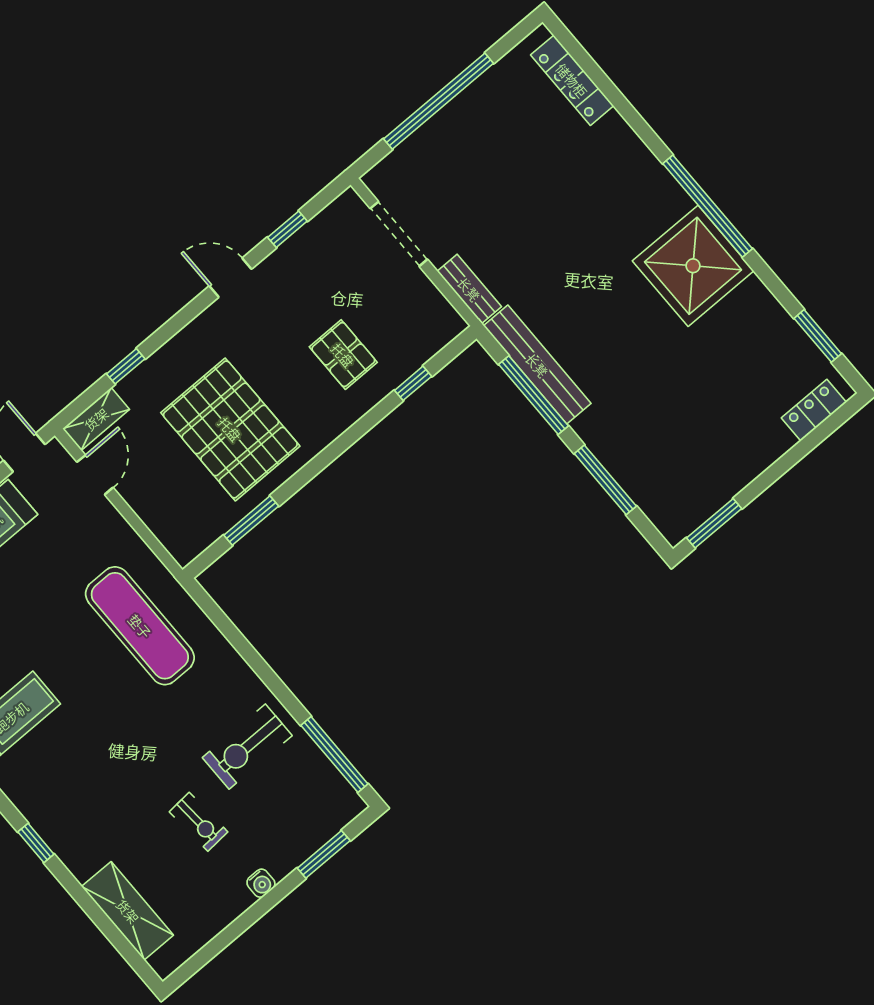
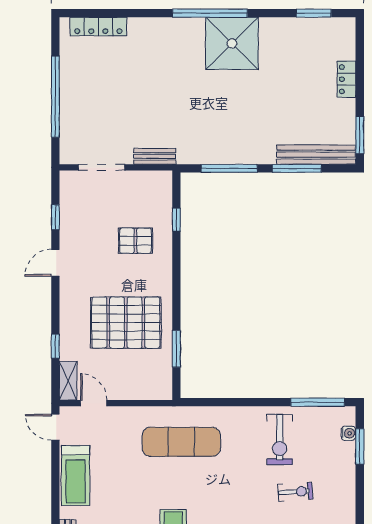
bench: (537, 365) -> (316, 155), moved
locker: (814, 410) -> (346, 79), moved
water cooler: (261, 883) -> (348, 433), moved

